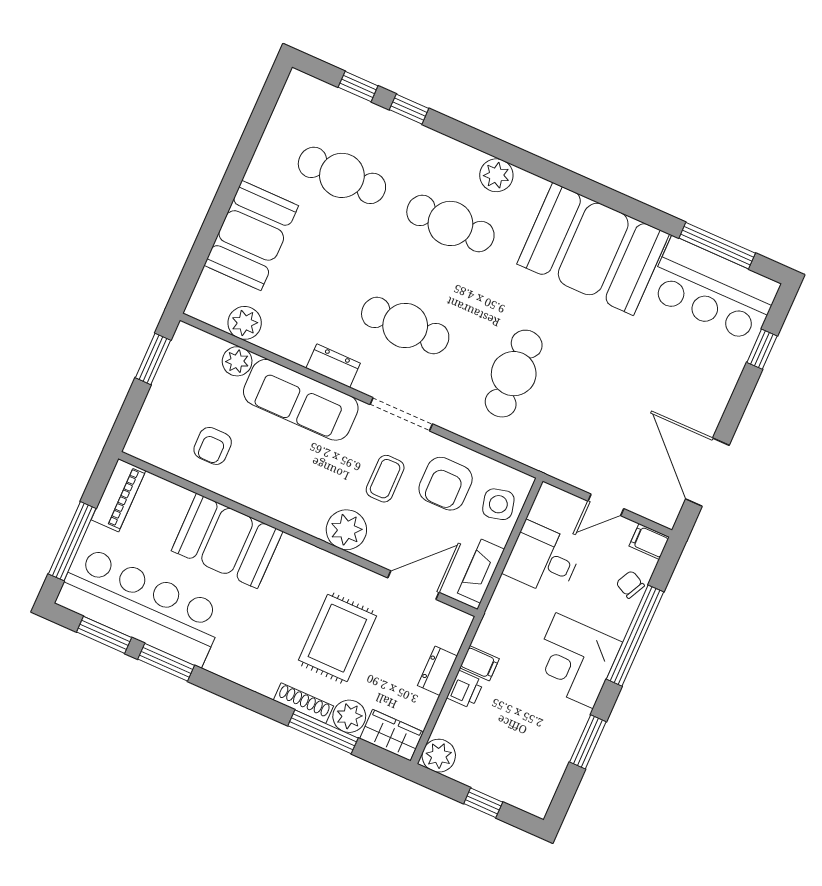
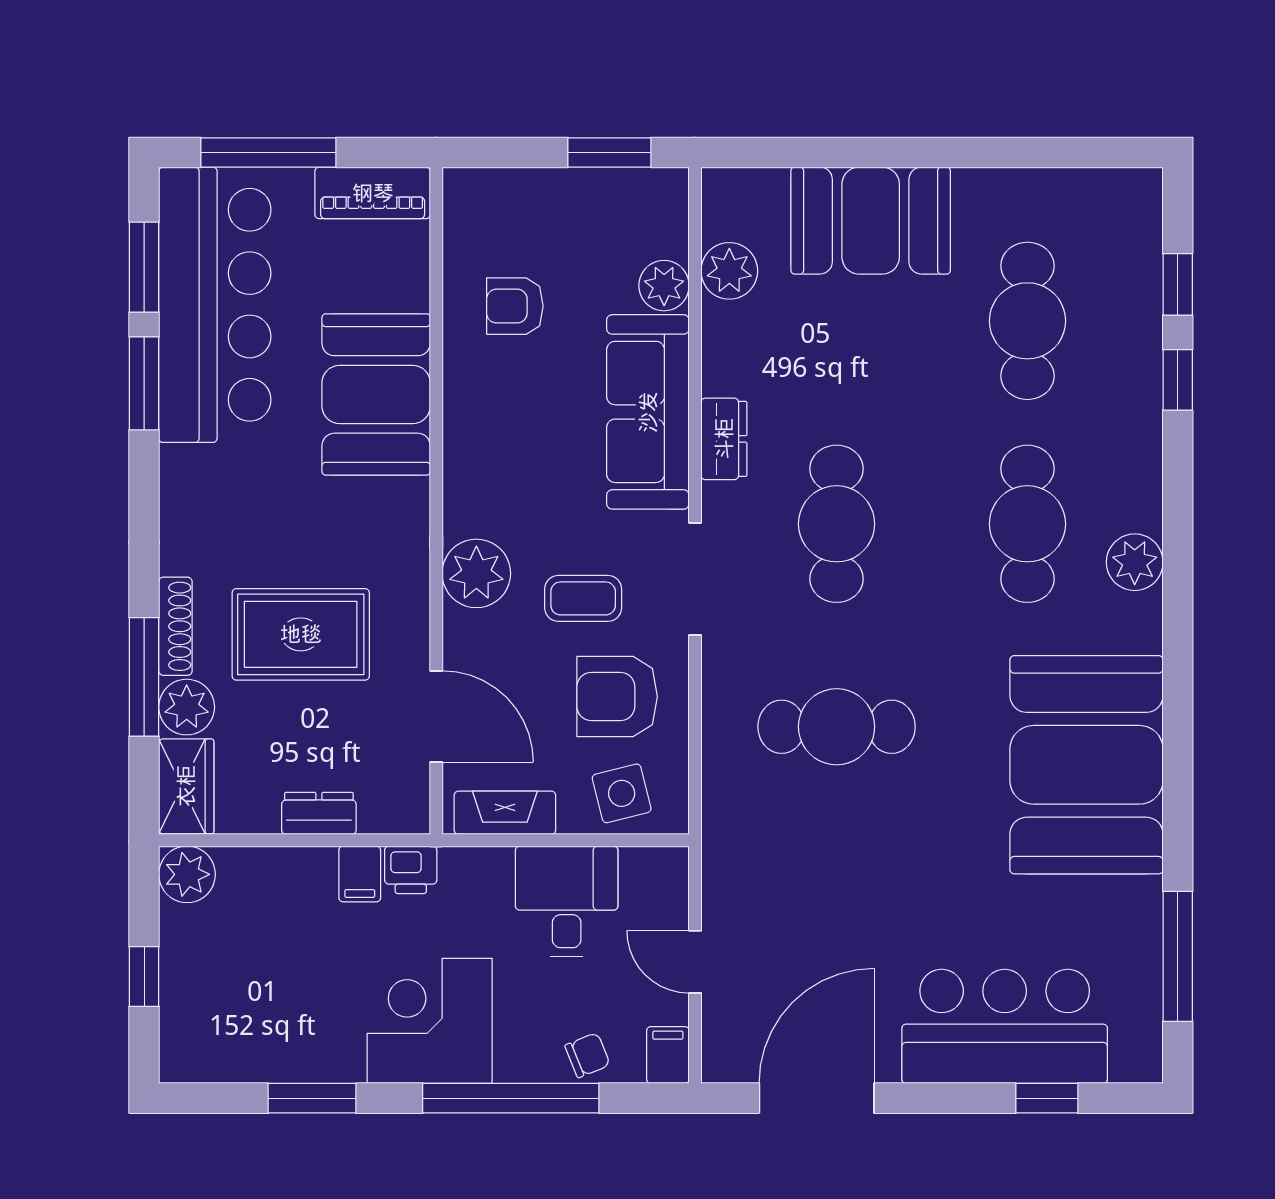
bar counter: (713, 290) -> (1005, 1026), moved, turned 90
chair: (630, 584) -> (588, 1055), turned 41
printer: (465, 690) -> (411, 870), moved

